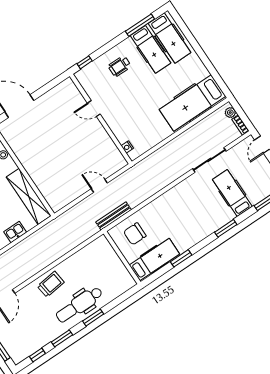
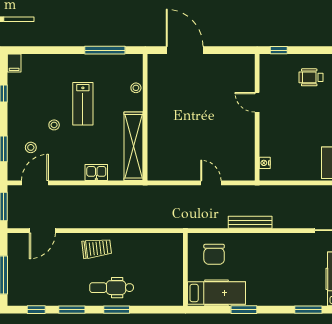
bench: (114, 216) -> (250, 222), moved
chair: (135, 234) -> (214, 254), turned -90
dental chair: (79, 305) -> (112, 288), width x0.73, depth x0.72

